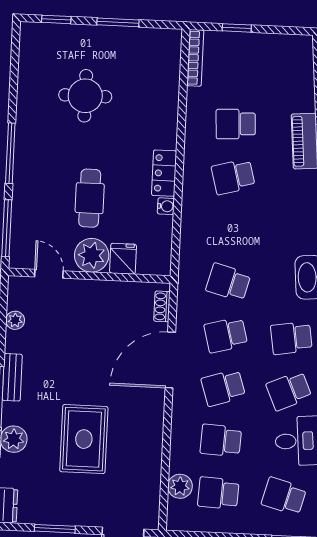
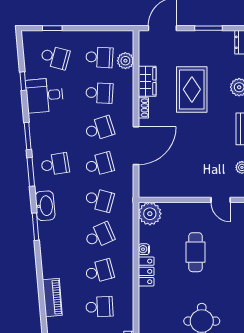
plant: (92, 255) -> (150, 214), moved
fridge: (123, 259) -> (171, 212), removed
shoe rack: (162, 306) -> (143, 108), moved
school desk: (289, 391) -> (99, 236), moved
wardrobe: (149, 454) -> (147, 81), added

